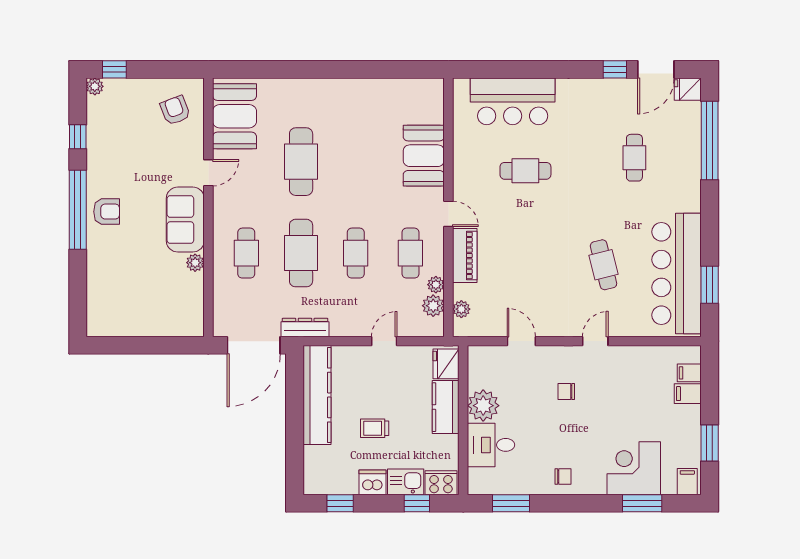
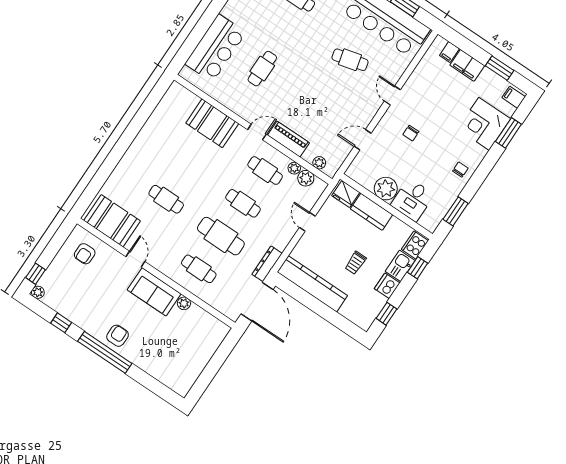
armchair: (175, 110) -> (85, 254), turned -69
cafe table: (301, 162) -> (166, 199), width x0.73, depth x0.74
filing cabinet: (688, 394) -> (467, 65), width x2.00

